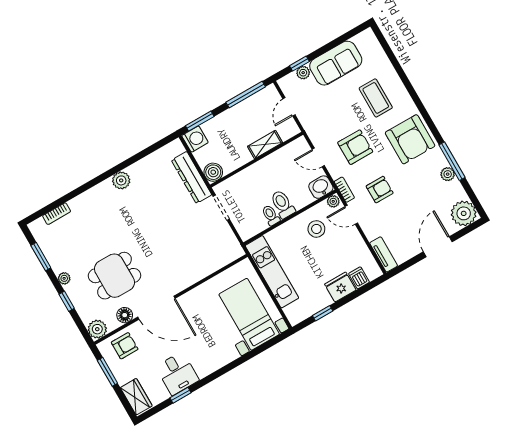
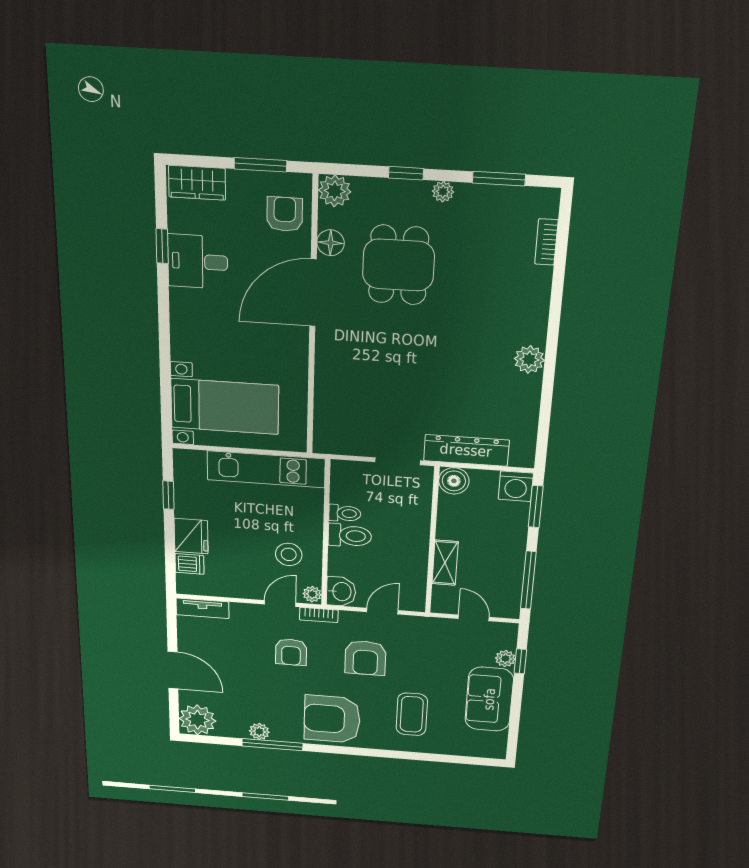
coffee table: (376, 98) -> (412, 714), turned 90
armchair: (125, 346) -> (285, 214), turned 180

